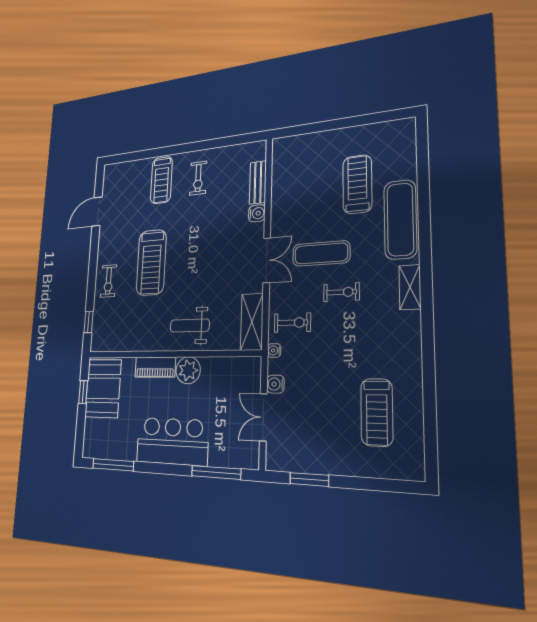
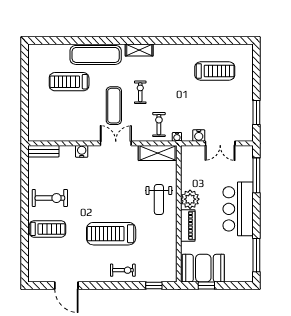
exercise bike: (198, 178) -> (50, 198), width x1.38, depth x1.39
bench: (258, 182) -> (43, 151), moved
treadmill: (151, 262) -> (111, 234), turned 180

